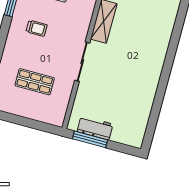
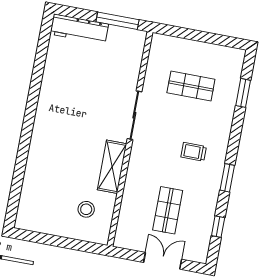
workbench: (95, 128) -> (79, 29), moved, width x1.38

